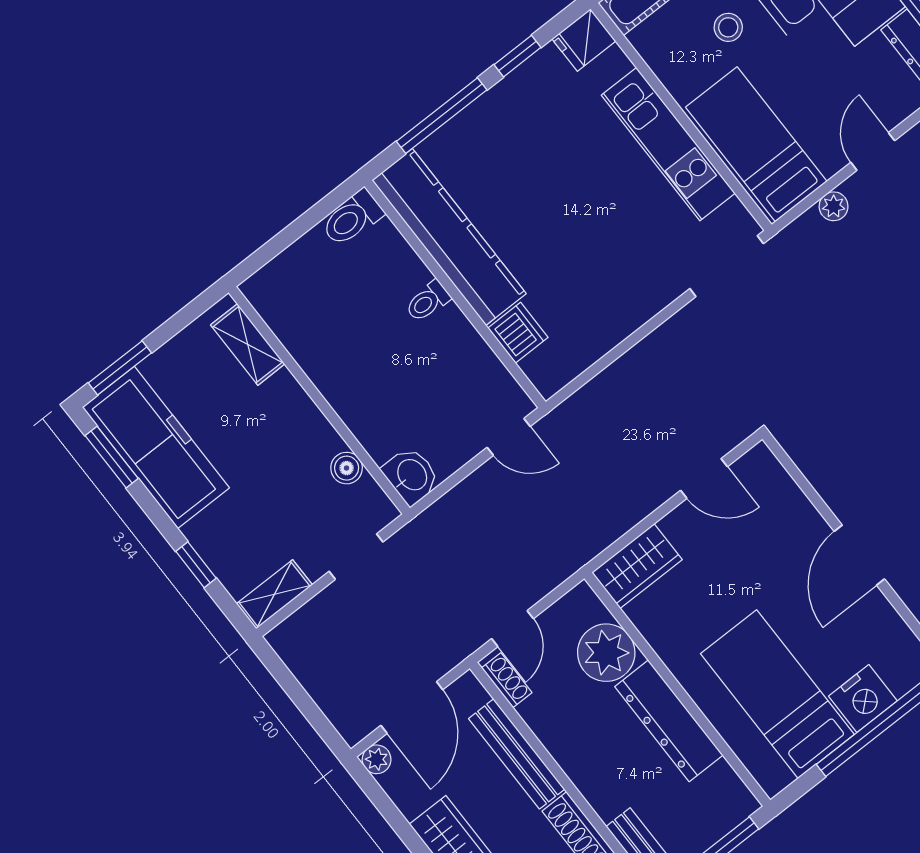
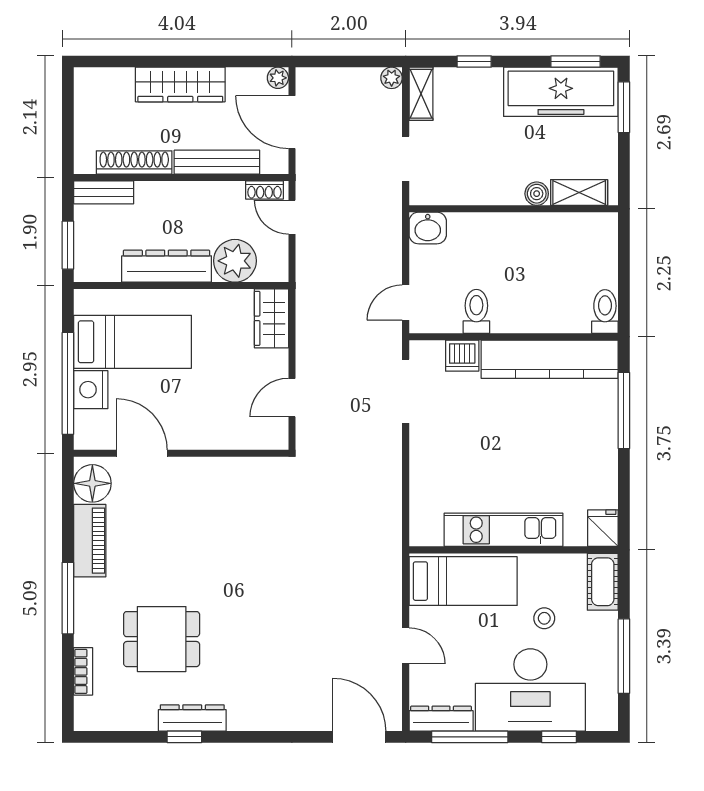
window: (517, 56) -> (624, 482), removed
plant: (834, 206) -> (392, 78), moved
doorway: (727, 266) -> (406, 391), moved
toilet: (428, 301) -> (476, 311), moved, width x1.37, depth x1.39
boiler: (347, 468) -> (537, 194), moved
door: (859, 555) -> (142, 453), moved

